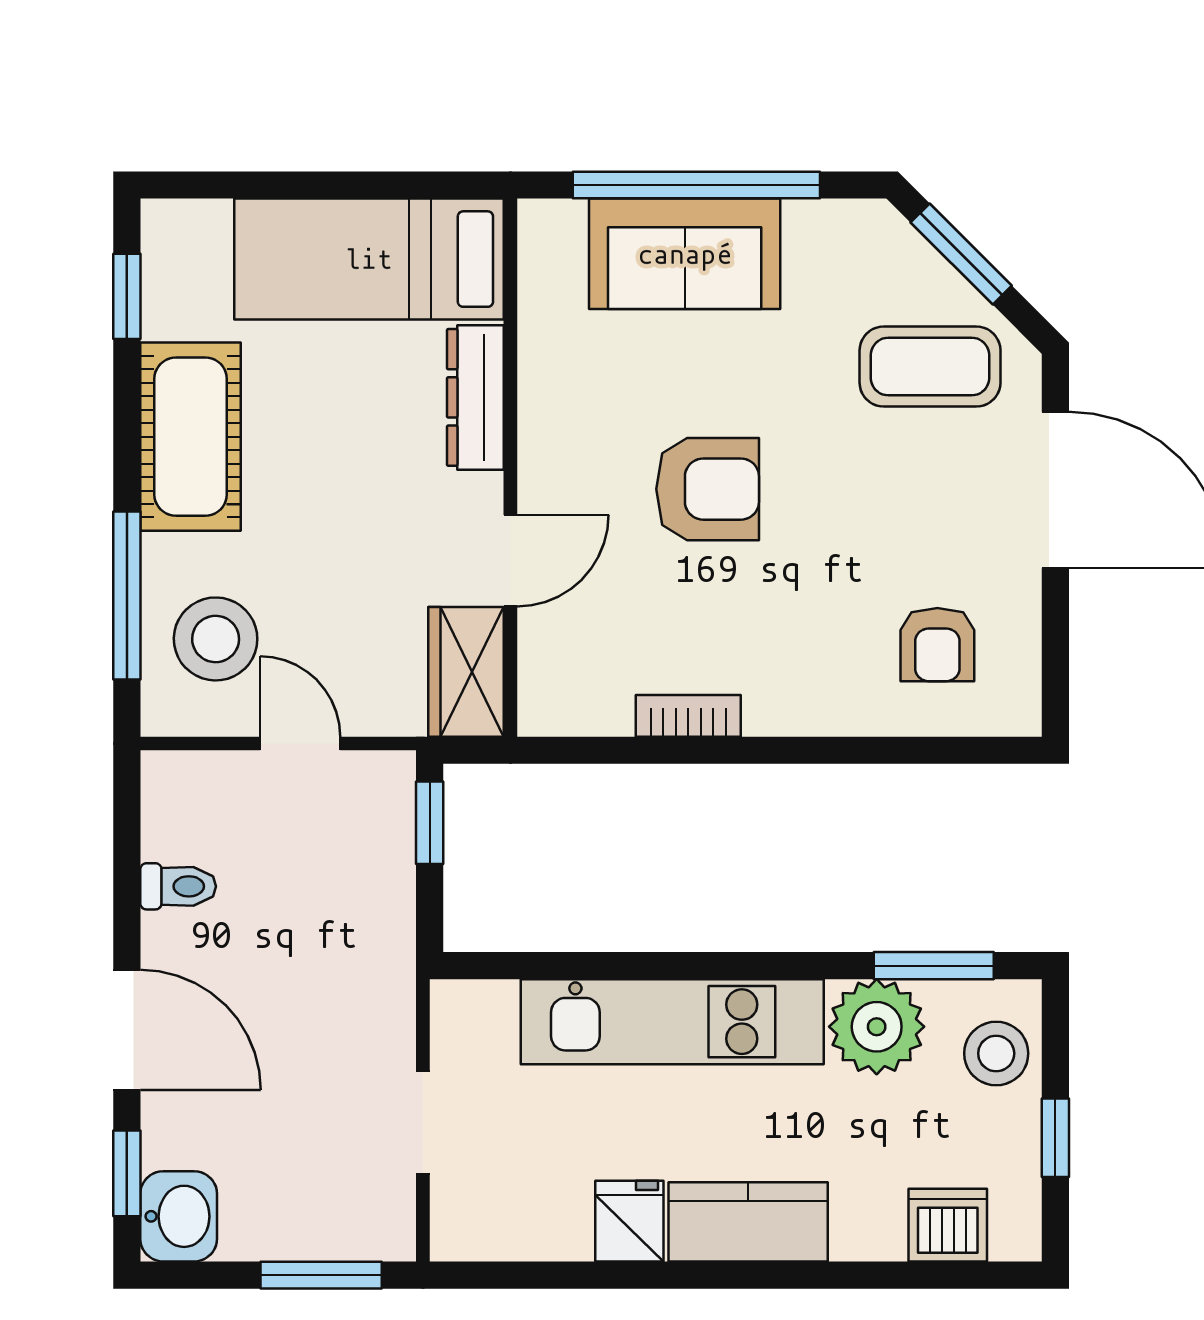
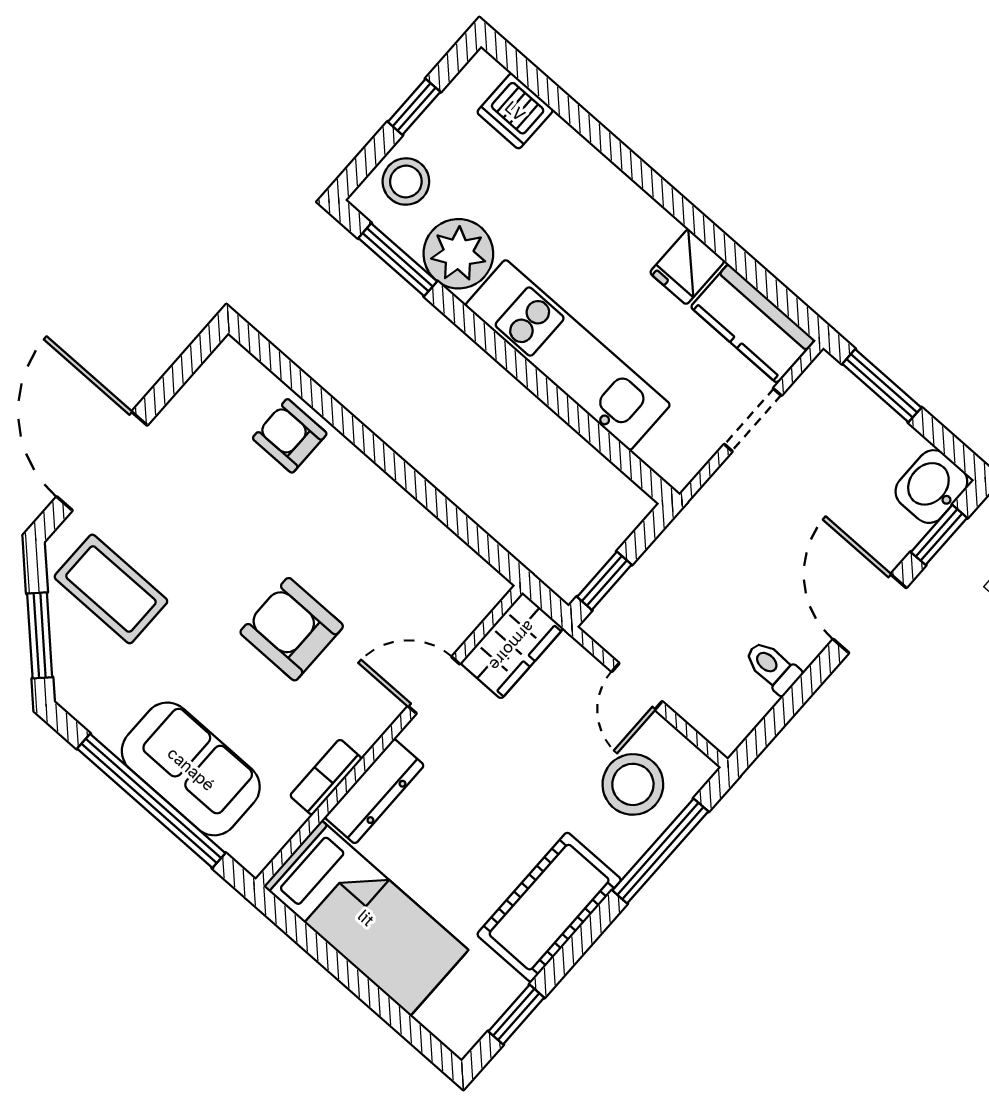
armchair: (937, 645) -> (290, 436), moved, turned -90
bookcase: (688, 716) -> (326, 777), moved, turned 90
kitchen counter: (748, 1222) -> (753, 323), moved

